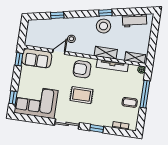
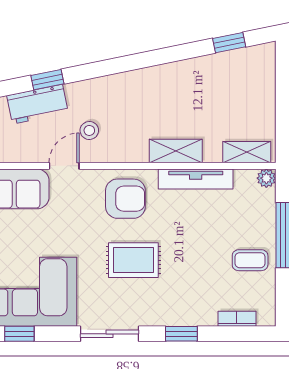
window: (105, 13) -> (229, 43), moved
workbench: (135, 21) -> (38, 104), moved
stool: (103, 26) -> (161, 89), removed
armchair: (82, 69) -> (125, 199), turned 180
window: (30, 118) -> (19, 334), added

